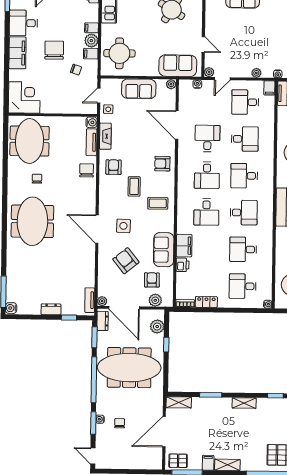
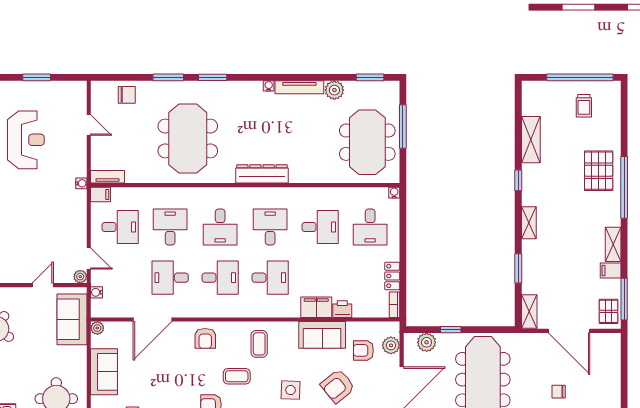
plant: (256, 73) -> (80, 212), removed
desk: (245, 102) -> (120, 227), turned -90
desk: (243, 249) -> (320, 227), turned -90

